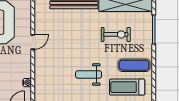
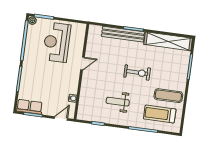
exercise bike: (116, 34) -> (137, 73), moved
weight bench: (89, 74) -> (118, 102), moved

